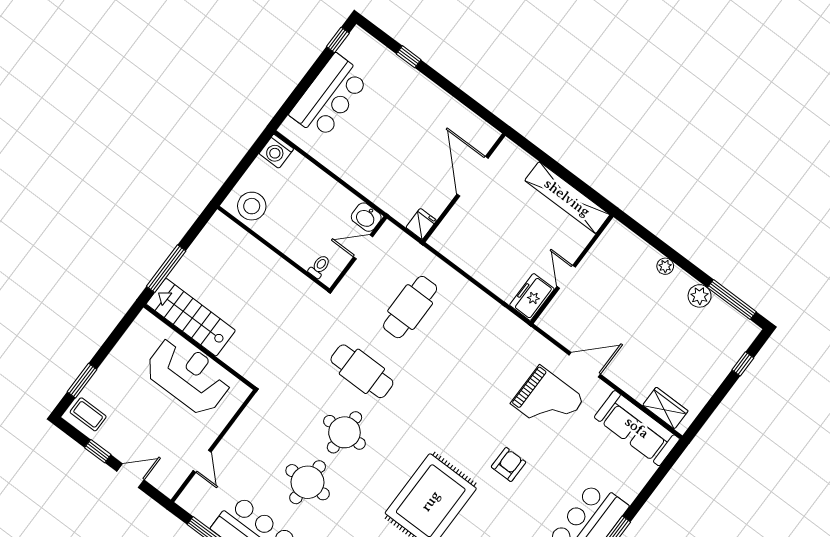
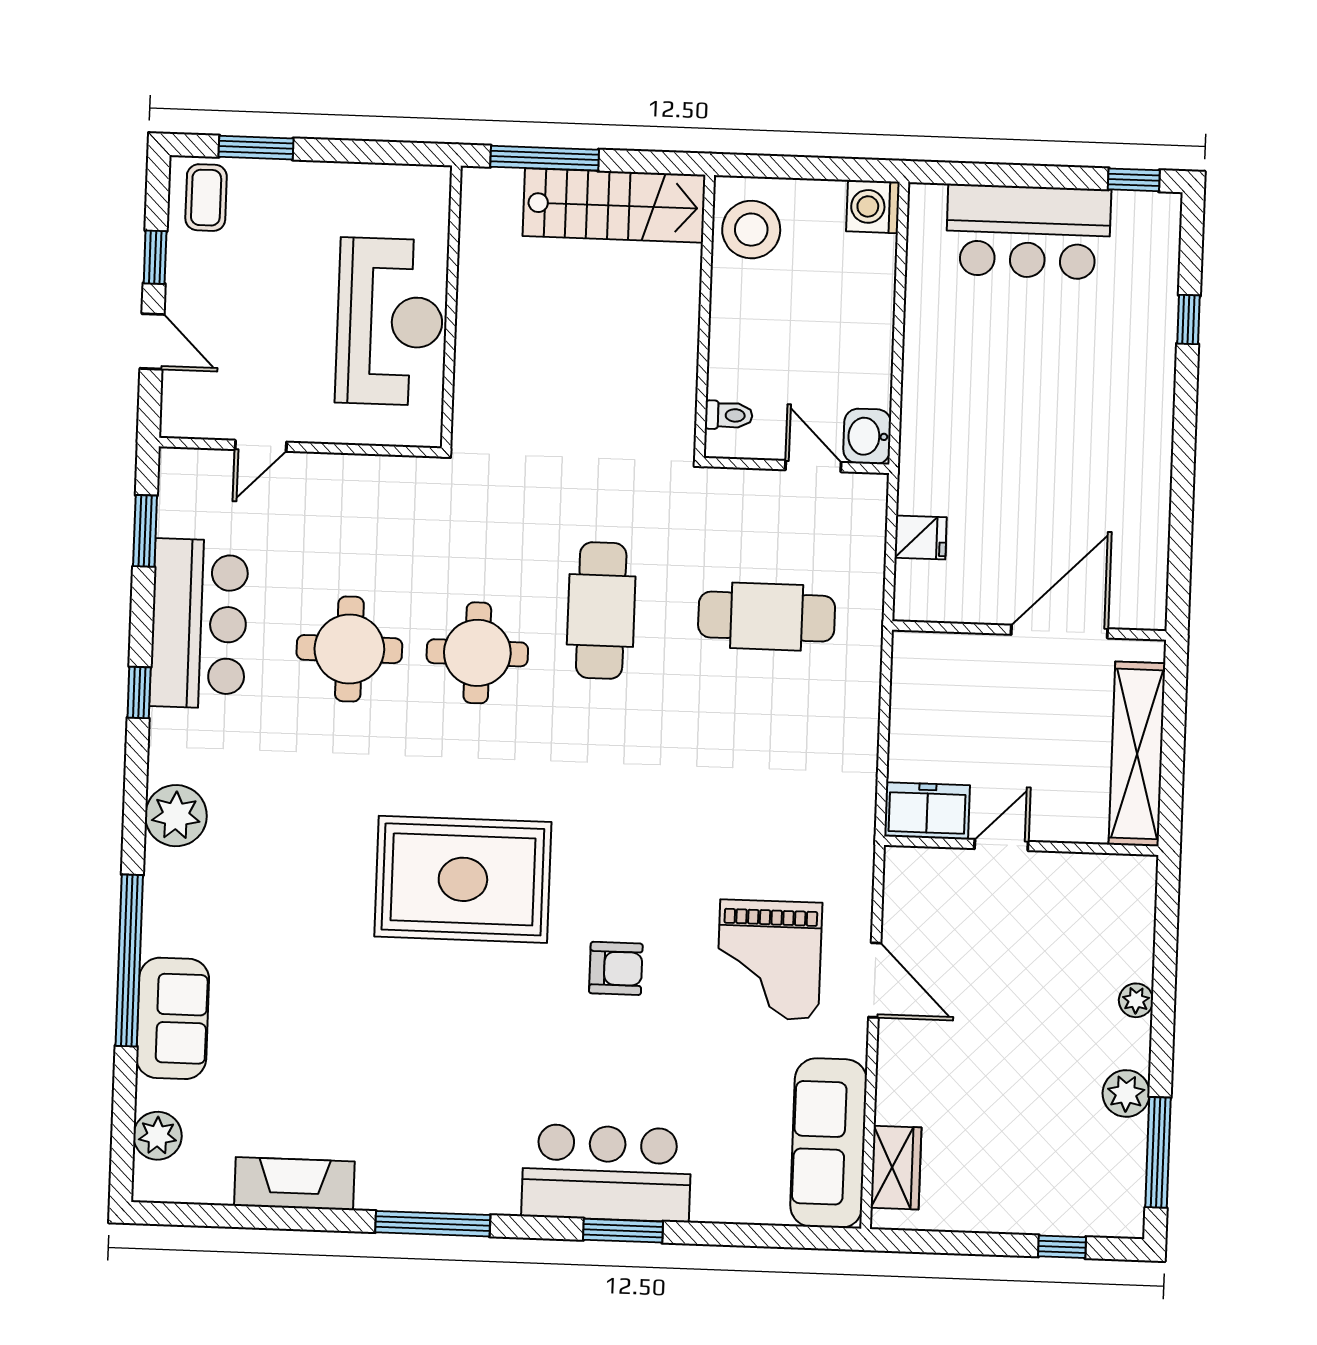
door: (473, 176) -> (1059, 632), moved
wall: (464, 188) -> (1029, 630), moved
stairs: (191, 317) -> (614, 205), moved, turned 90

